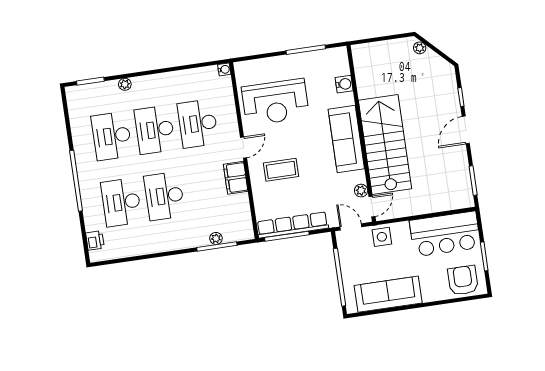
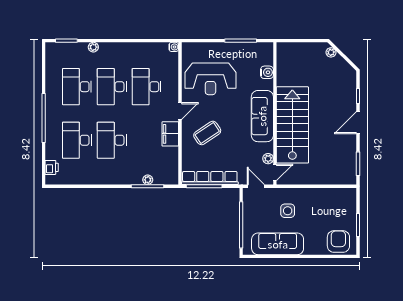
coffee table: (281, 170) -> (207, 133), turned -34
bar counter: (445, 234) -> (330, 203), removed
side table: (382, 237) -> (288, 211), moved

